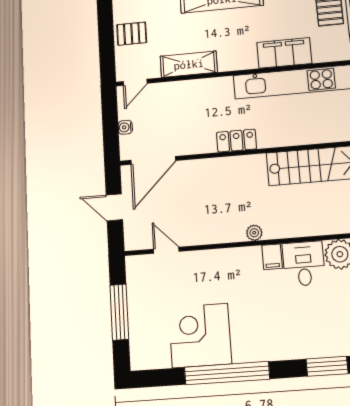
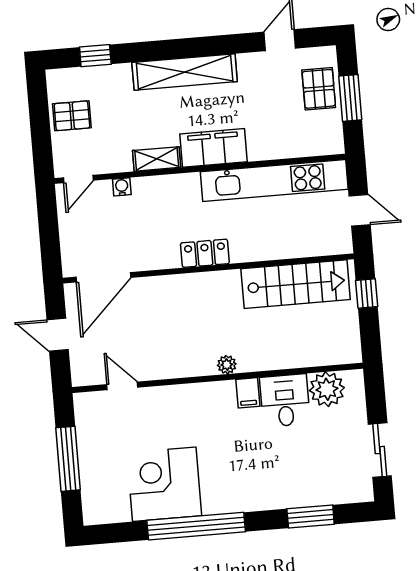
filing cabinet: (284, 53) -> (214, 148), moved
shelving: (189, 64) -> (157, 159), width x0.67, depth x0.75
water cooler: (125, 127) -> (122, 187), moved, turned 90

